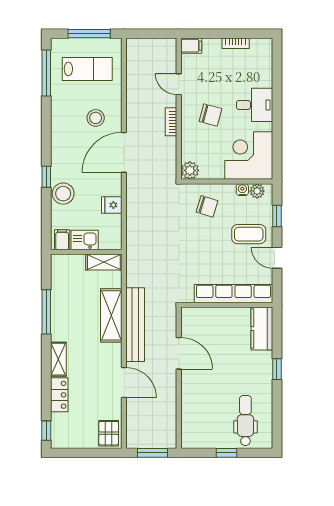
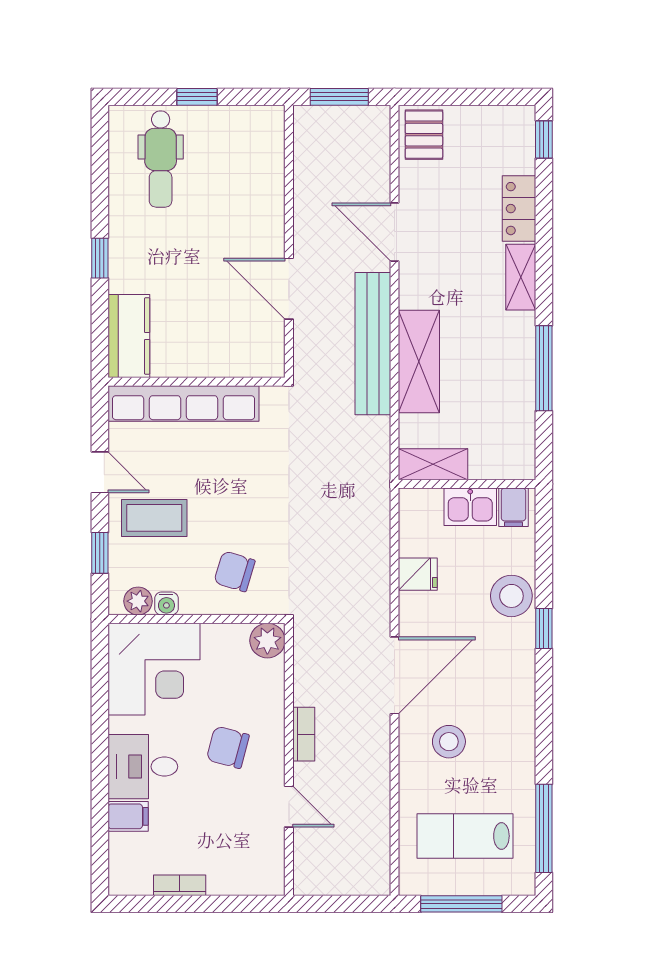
filing cabinet: (191, 46) -> (128, 816), moved, turned 180

